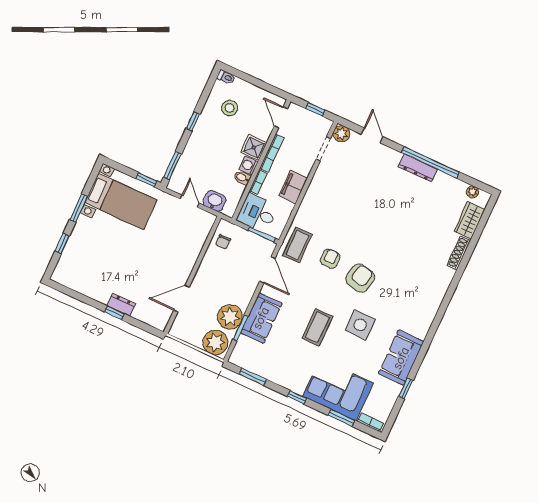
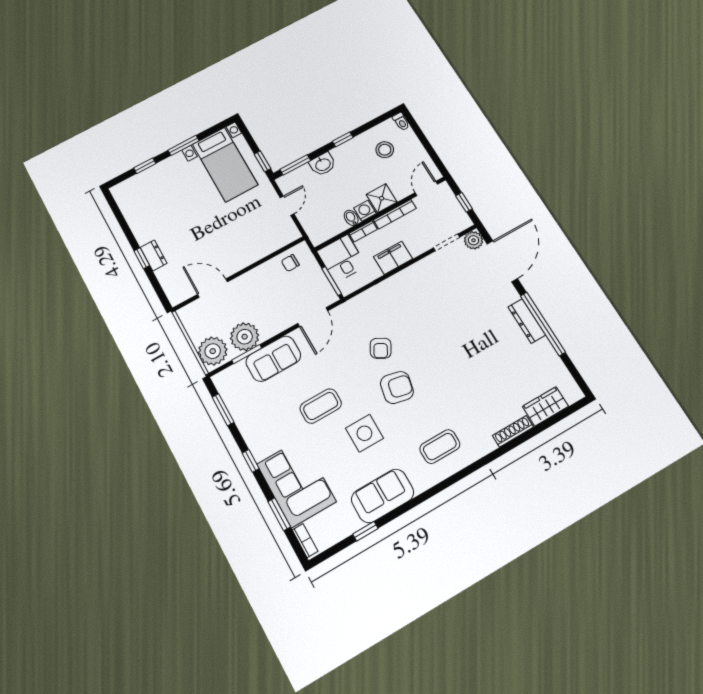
door: (372, 135) -> (502, 261), width x1.88
plant: (473, 192) -> (567, 381), removed
washbasin: (215, 201) -> (323, 164), moved, turned 90
coffee table: (297, 245) -> (440, 447), moved
armchair: (330, 259) -> (381, 348), turned 119

